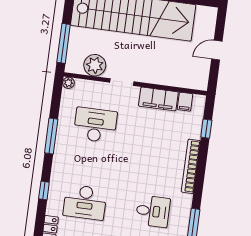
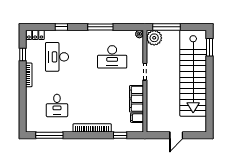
door: (217, 50) -> (176, 135), swing flipped
plant: (95, 65) -> (154, 38), moved
desk: (95, 125) -> (112, 57), turned 90

